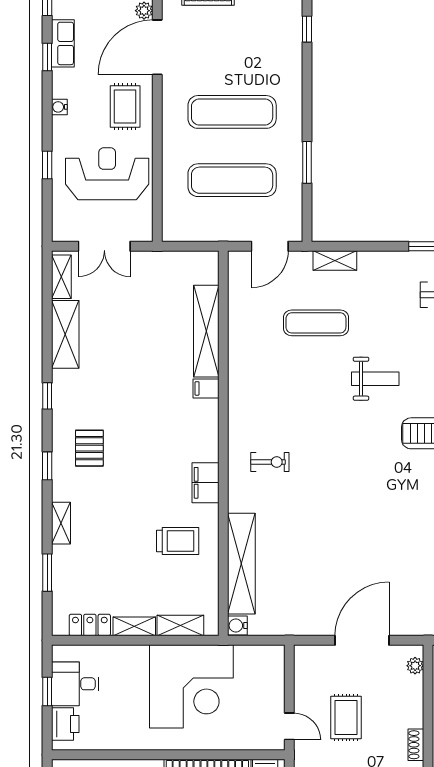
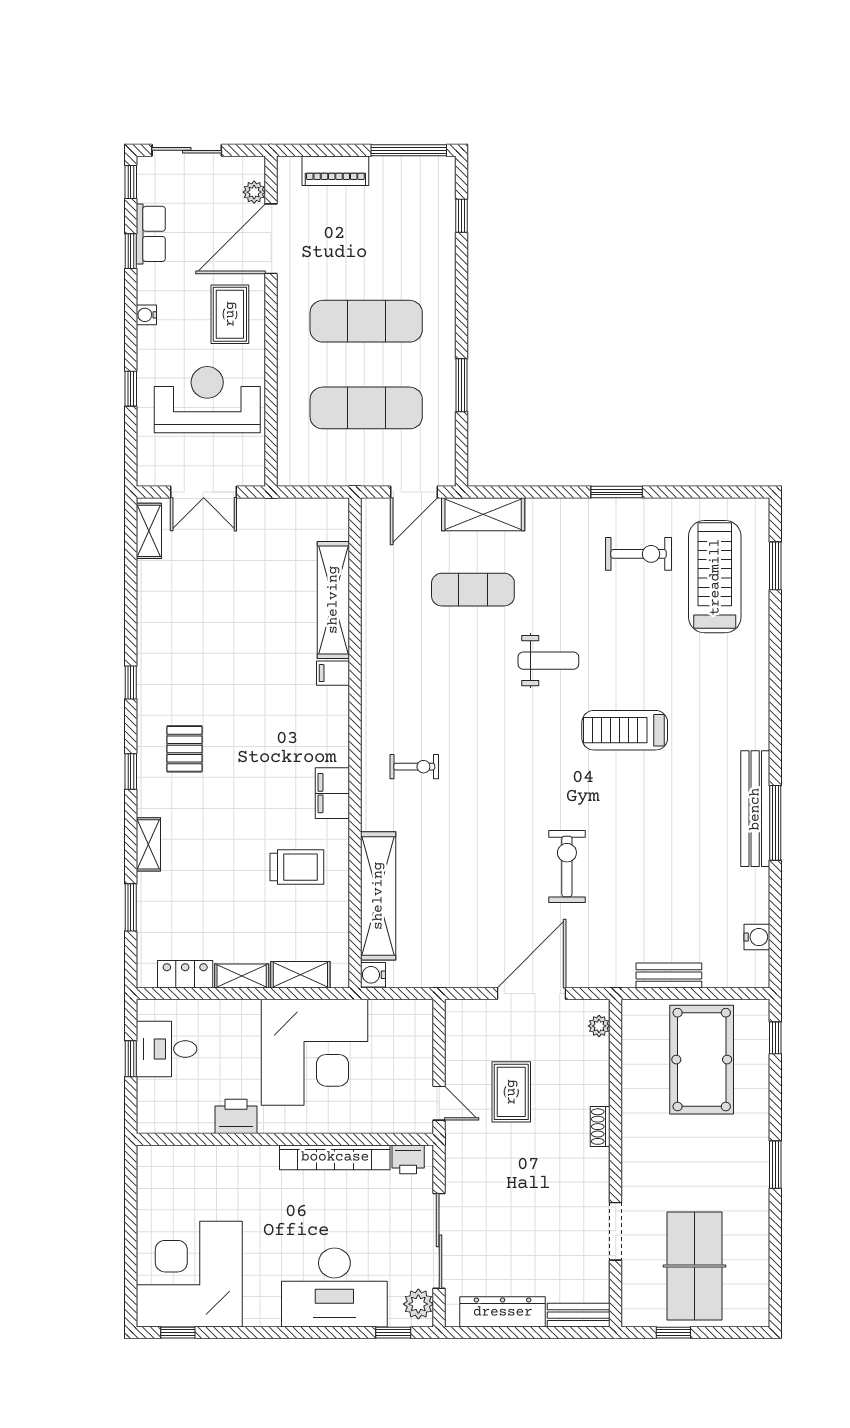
shelving: (335, 260) -> (483, 514), width x1.50, depth x1.33
shelving: (65, 334) -> (154, 604), removed
exercise bike: (390, 540) -> (567, 866), added
printer: (65, 724) -> (236, 1116), moved, turned -90

